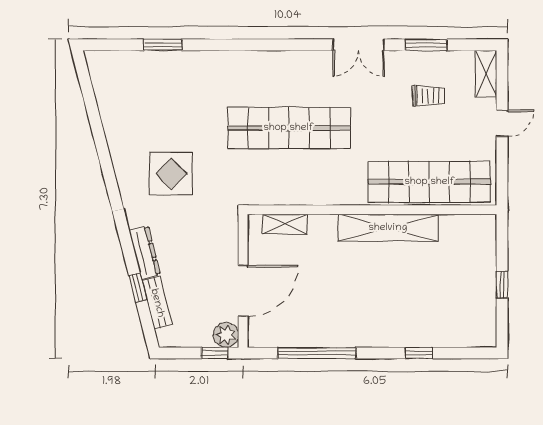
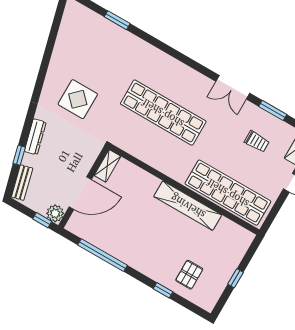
shelving: (285, 224) -> (107, 166), moved, turned 90
bench: (157, 303) -> (22, 183), moved
pallet: (441, 314) -> (189, 275), added

